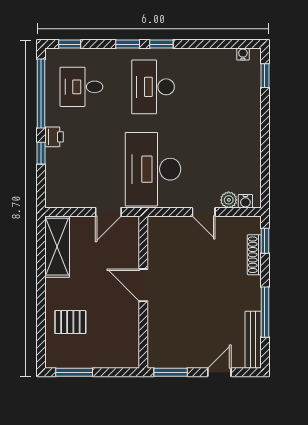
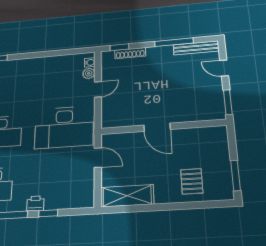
door: (143, 285) -> (157, 127), hinge flipped

